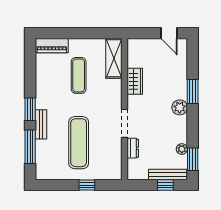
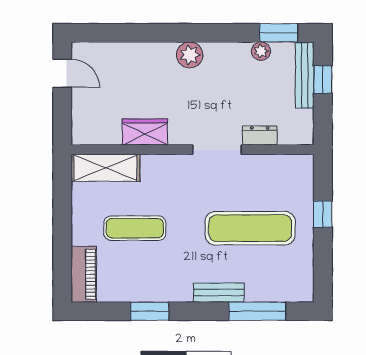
door: (169, 33) -> (62, 73), hinge flipped
window: (193, 91) -> (162, 33), removed
window: (30, 109) -> (150, 311), moved

